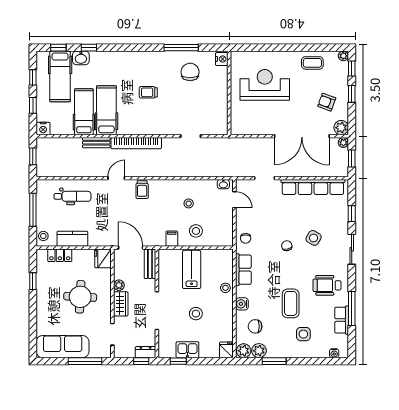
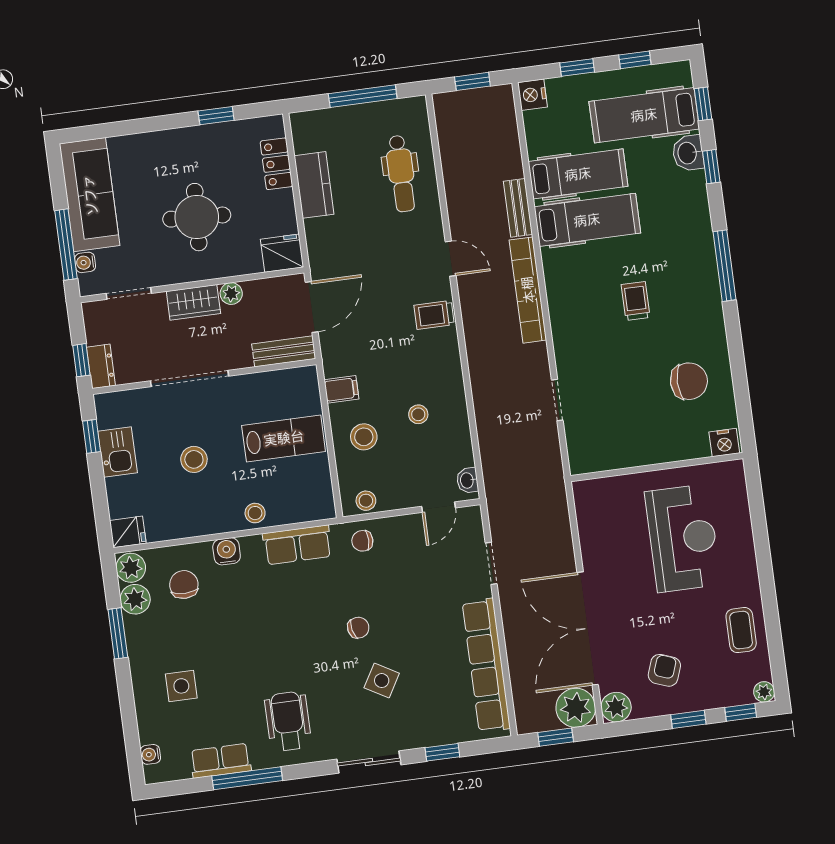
window: (181, 48) -> (725, 266), moved
plant: (343, 143) -> (576, 708), width x1.88, depth x1.88
stool: (43, 236) -> (366, 501), moved
coffee table: (291, 303) -> (241, 651), removed
water cooler: (95, 353) -> (85, 262), added

